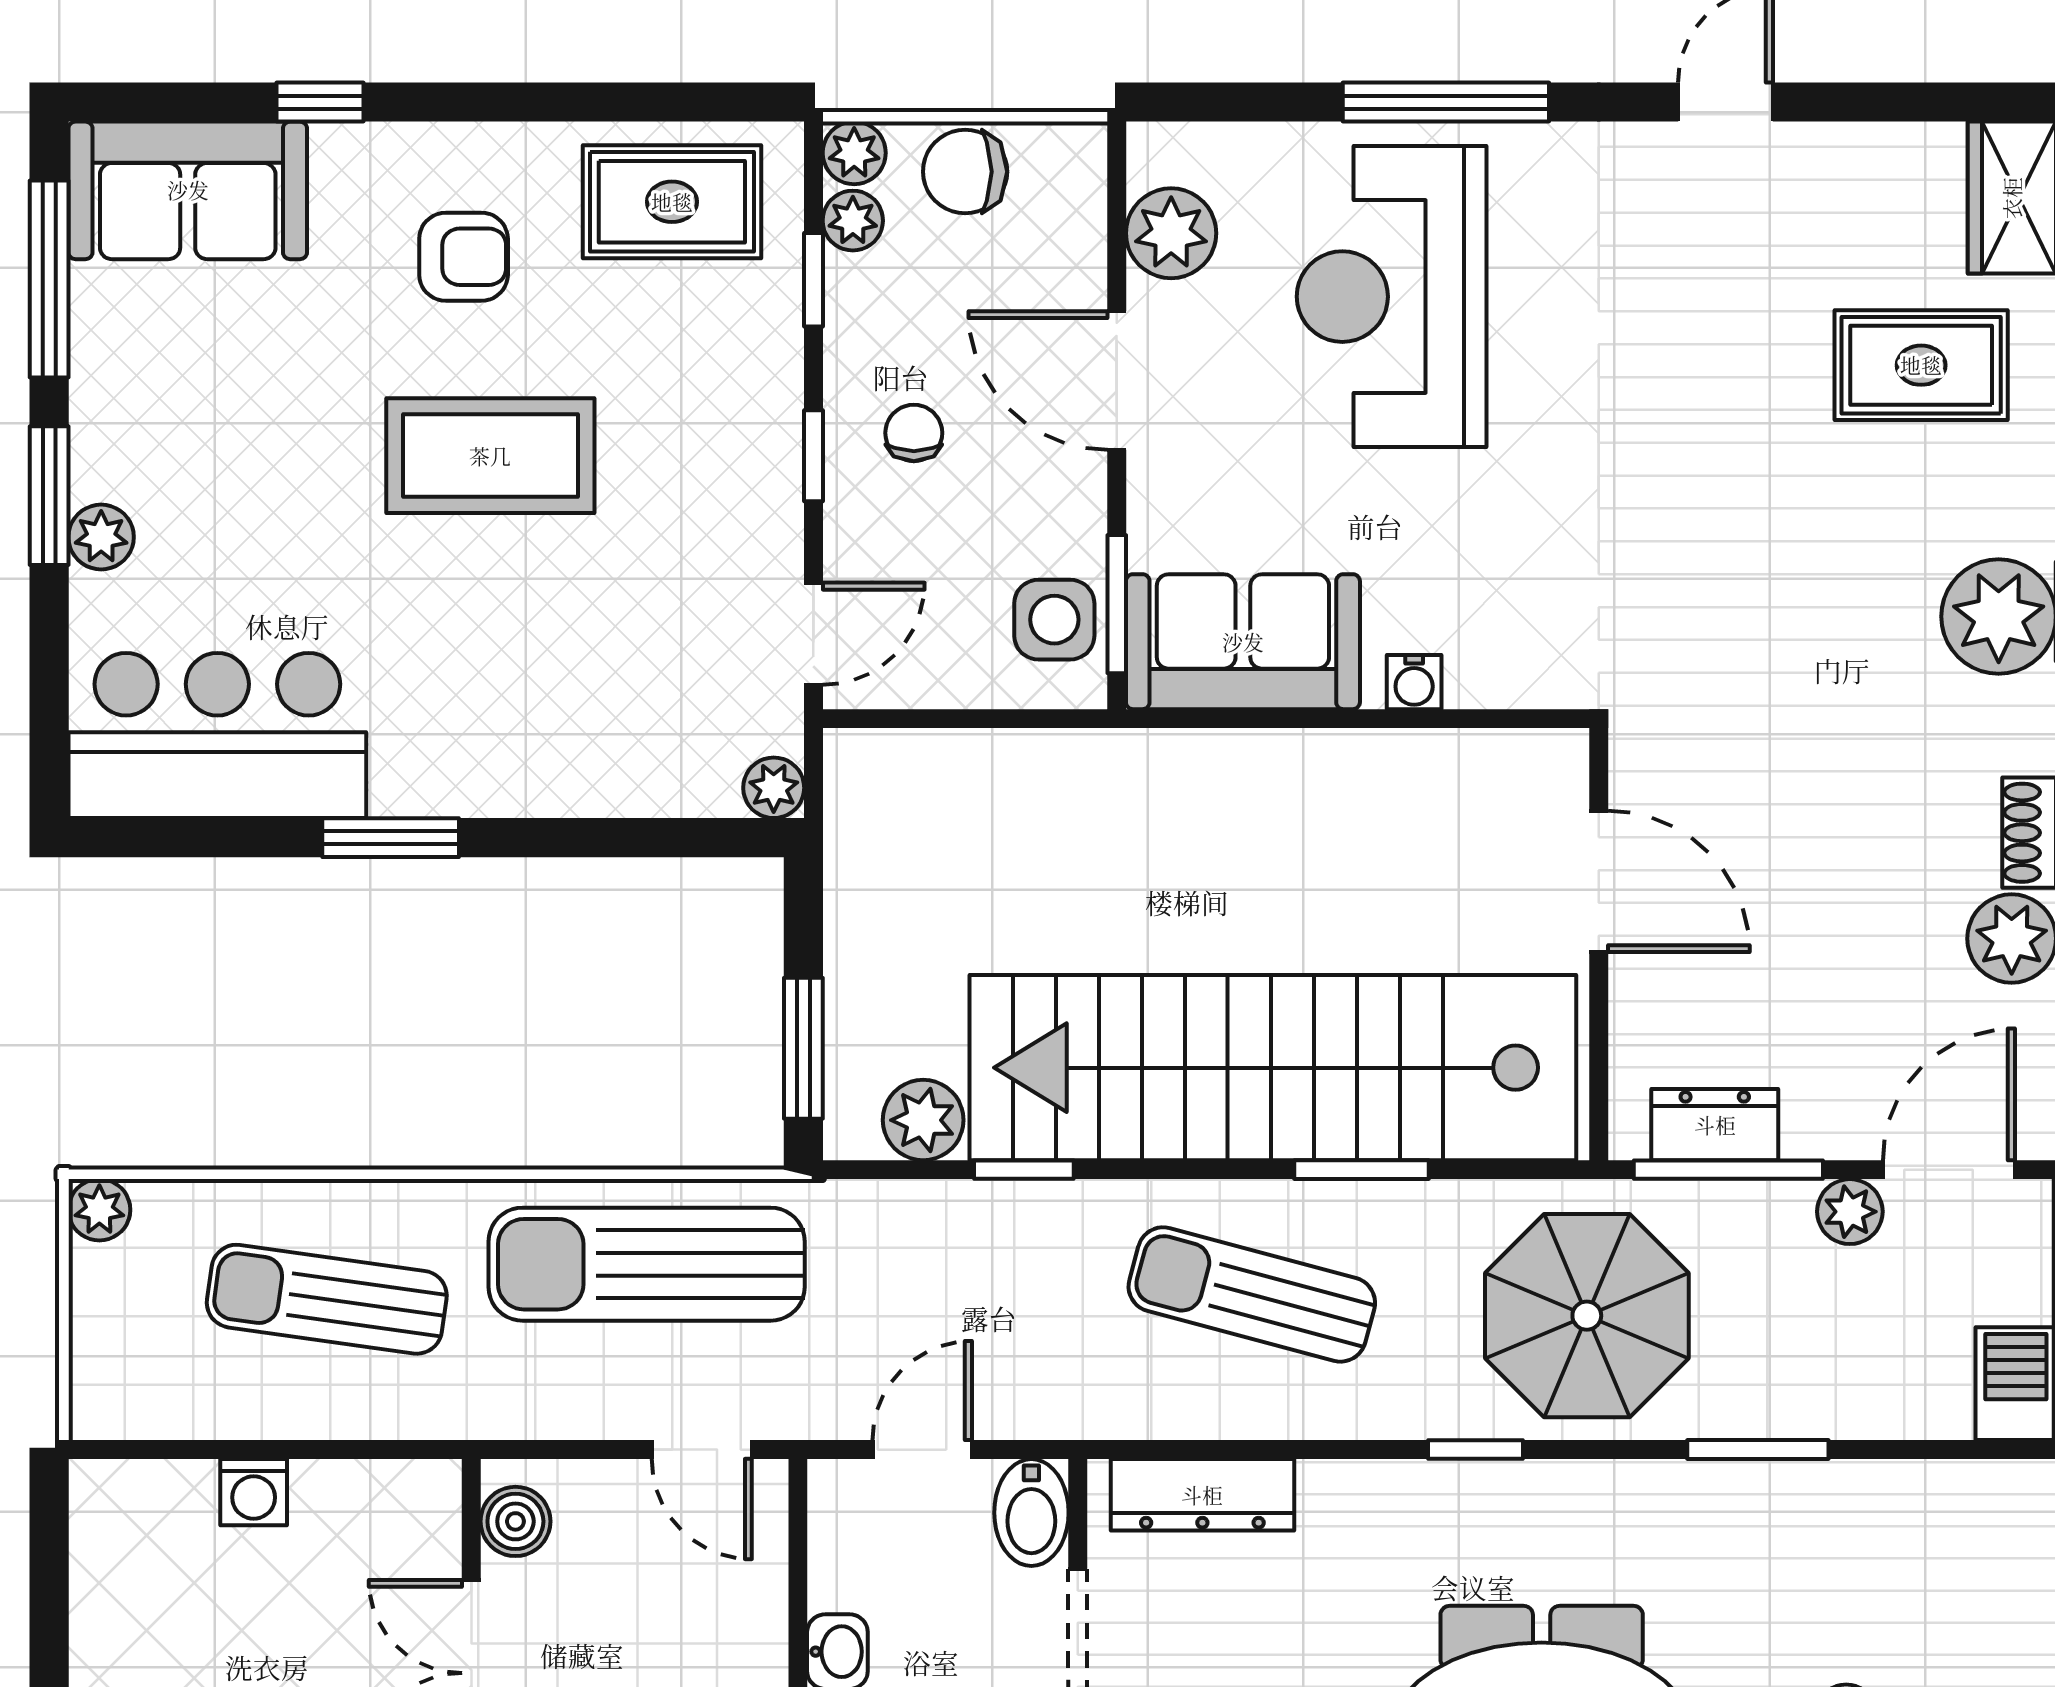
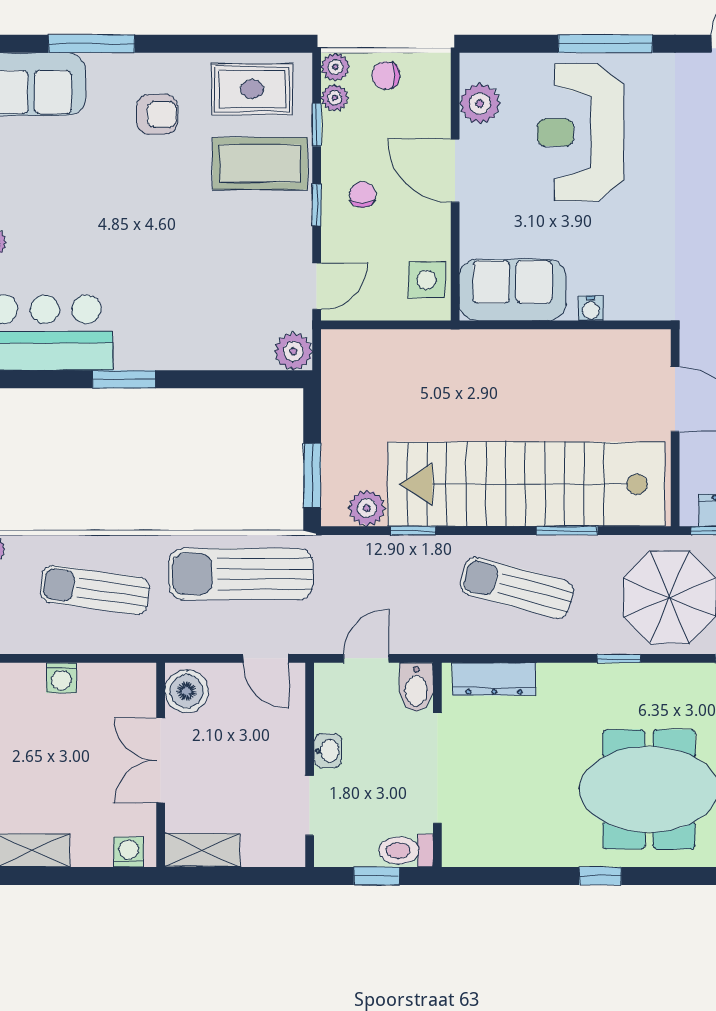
window: (320, 102) -> (92, 44), width x2.17
chair: (965, 172) -> (386, 75), width x0.73, depth x0.73
coffee table: (490, 456) -> (260, 164), moved
window: (1117, 604) -> (455, 273), removed
plant: (774, 788) -> (293, 351), width x1.38, depth x1.38
boiler: (515, 1521) -> (187, 691), width x1.36, depth x1.36

